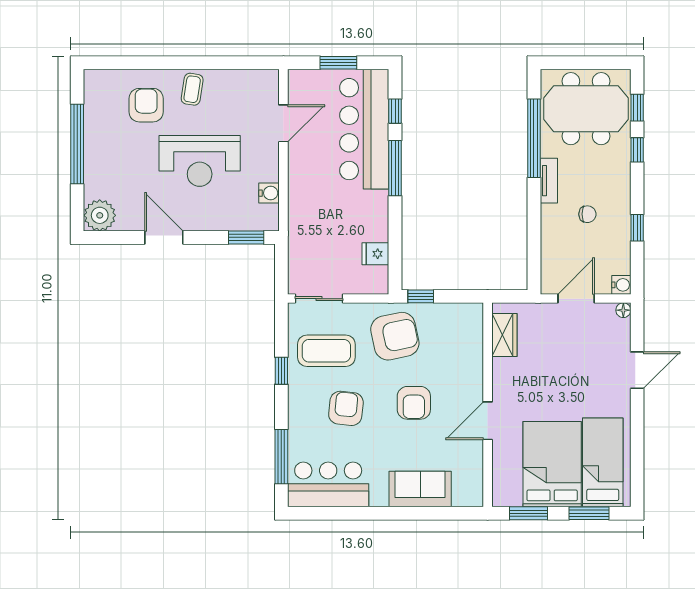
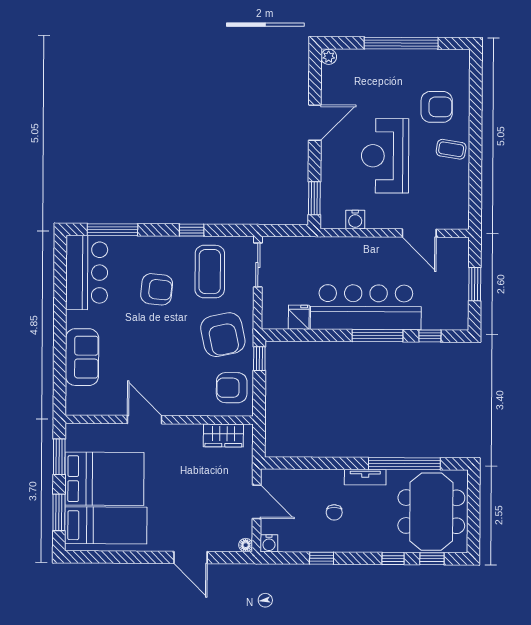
bar counter: (364, 129) -> (366, 307), moved
plant: (100, 215) -> (329, 57), width x0.53, depth x0.53
armchair: (414, 403) -> (232, 388), moved

